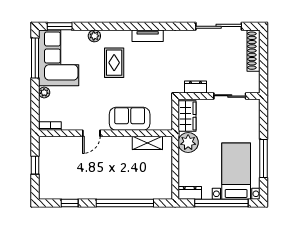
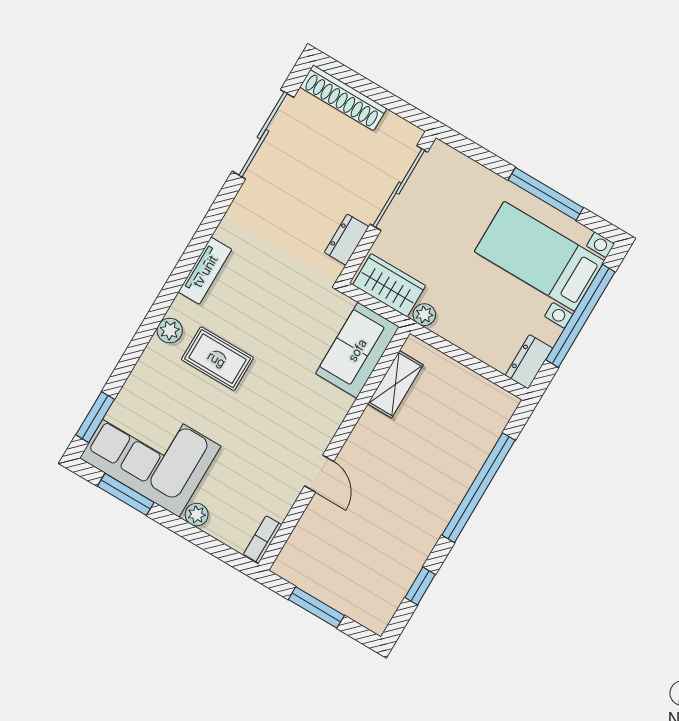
plant: (94, 36) -> (170, 331), moved
window: (35, 58) -> (126, 494), width x0.69
sliding door: (230, 96) -> (399, 188), width x1.37
sofa: (130, 119) -> (357, 350), moved
plant: (188, 142) -> (424, 315), width x0.53, depth x0.53
window: (35, 165) -> (316, 607), width x1.50

